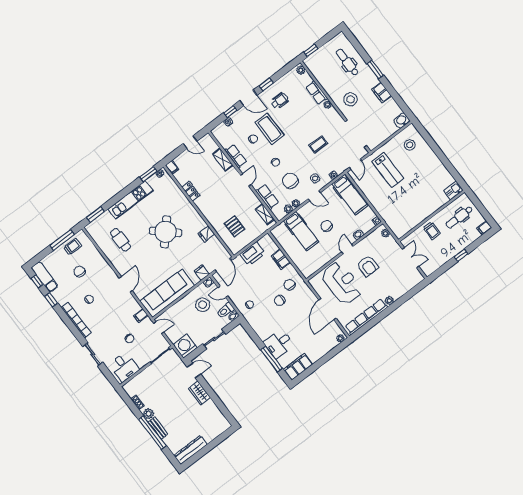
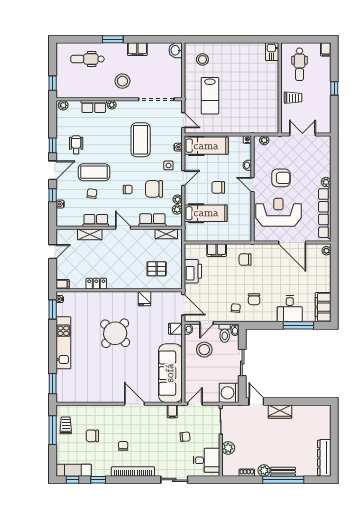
coffee table: (318, 144) -> (141, 140), width x1.86, depth x1.72
lab bench: (388, 170) -> (210, 96), turned 90
cafe table: (120, 240) -> (92, 378), removed
chair: (280, 300) -> (254, 299), moved
door: (194, 370) -> (256, 401), hinge flipped
plant: (145, 376) -> (228, 448), added

